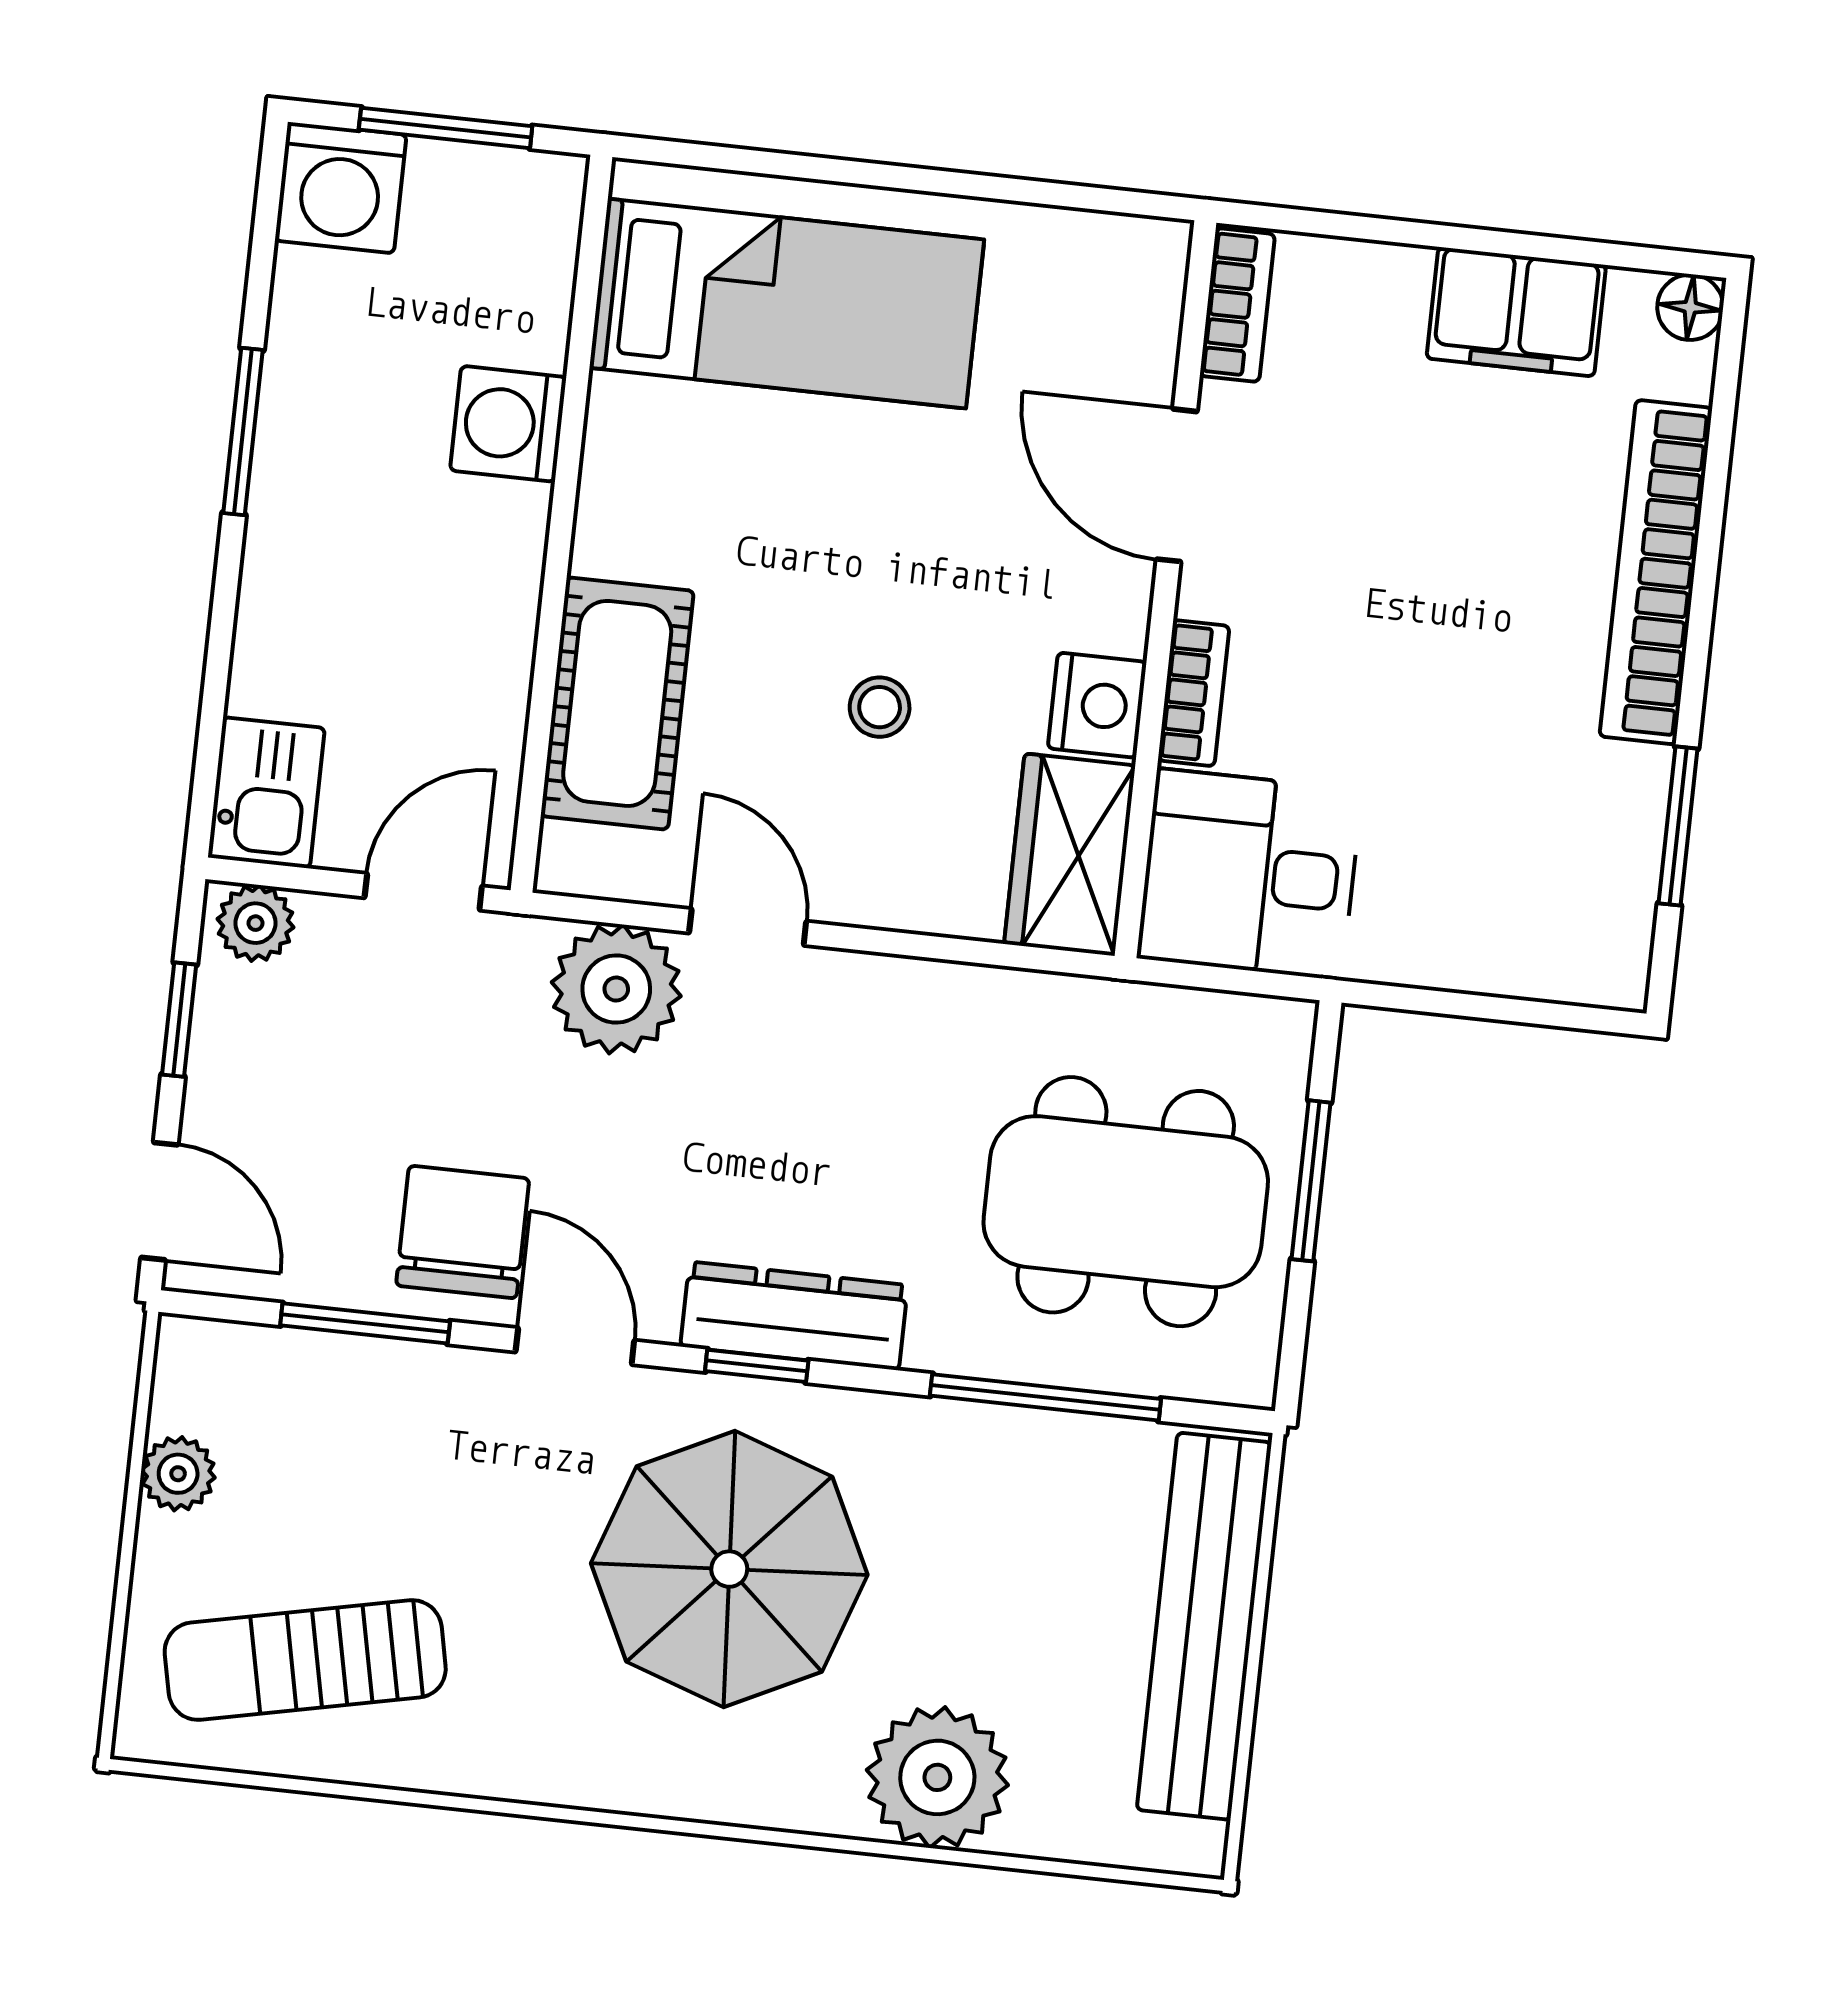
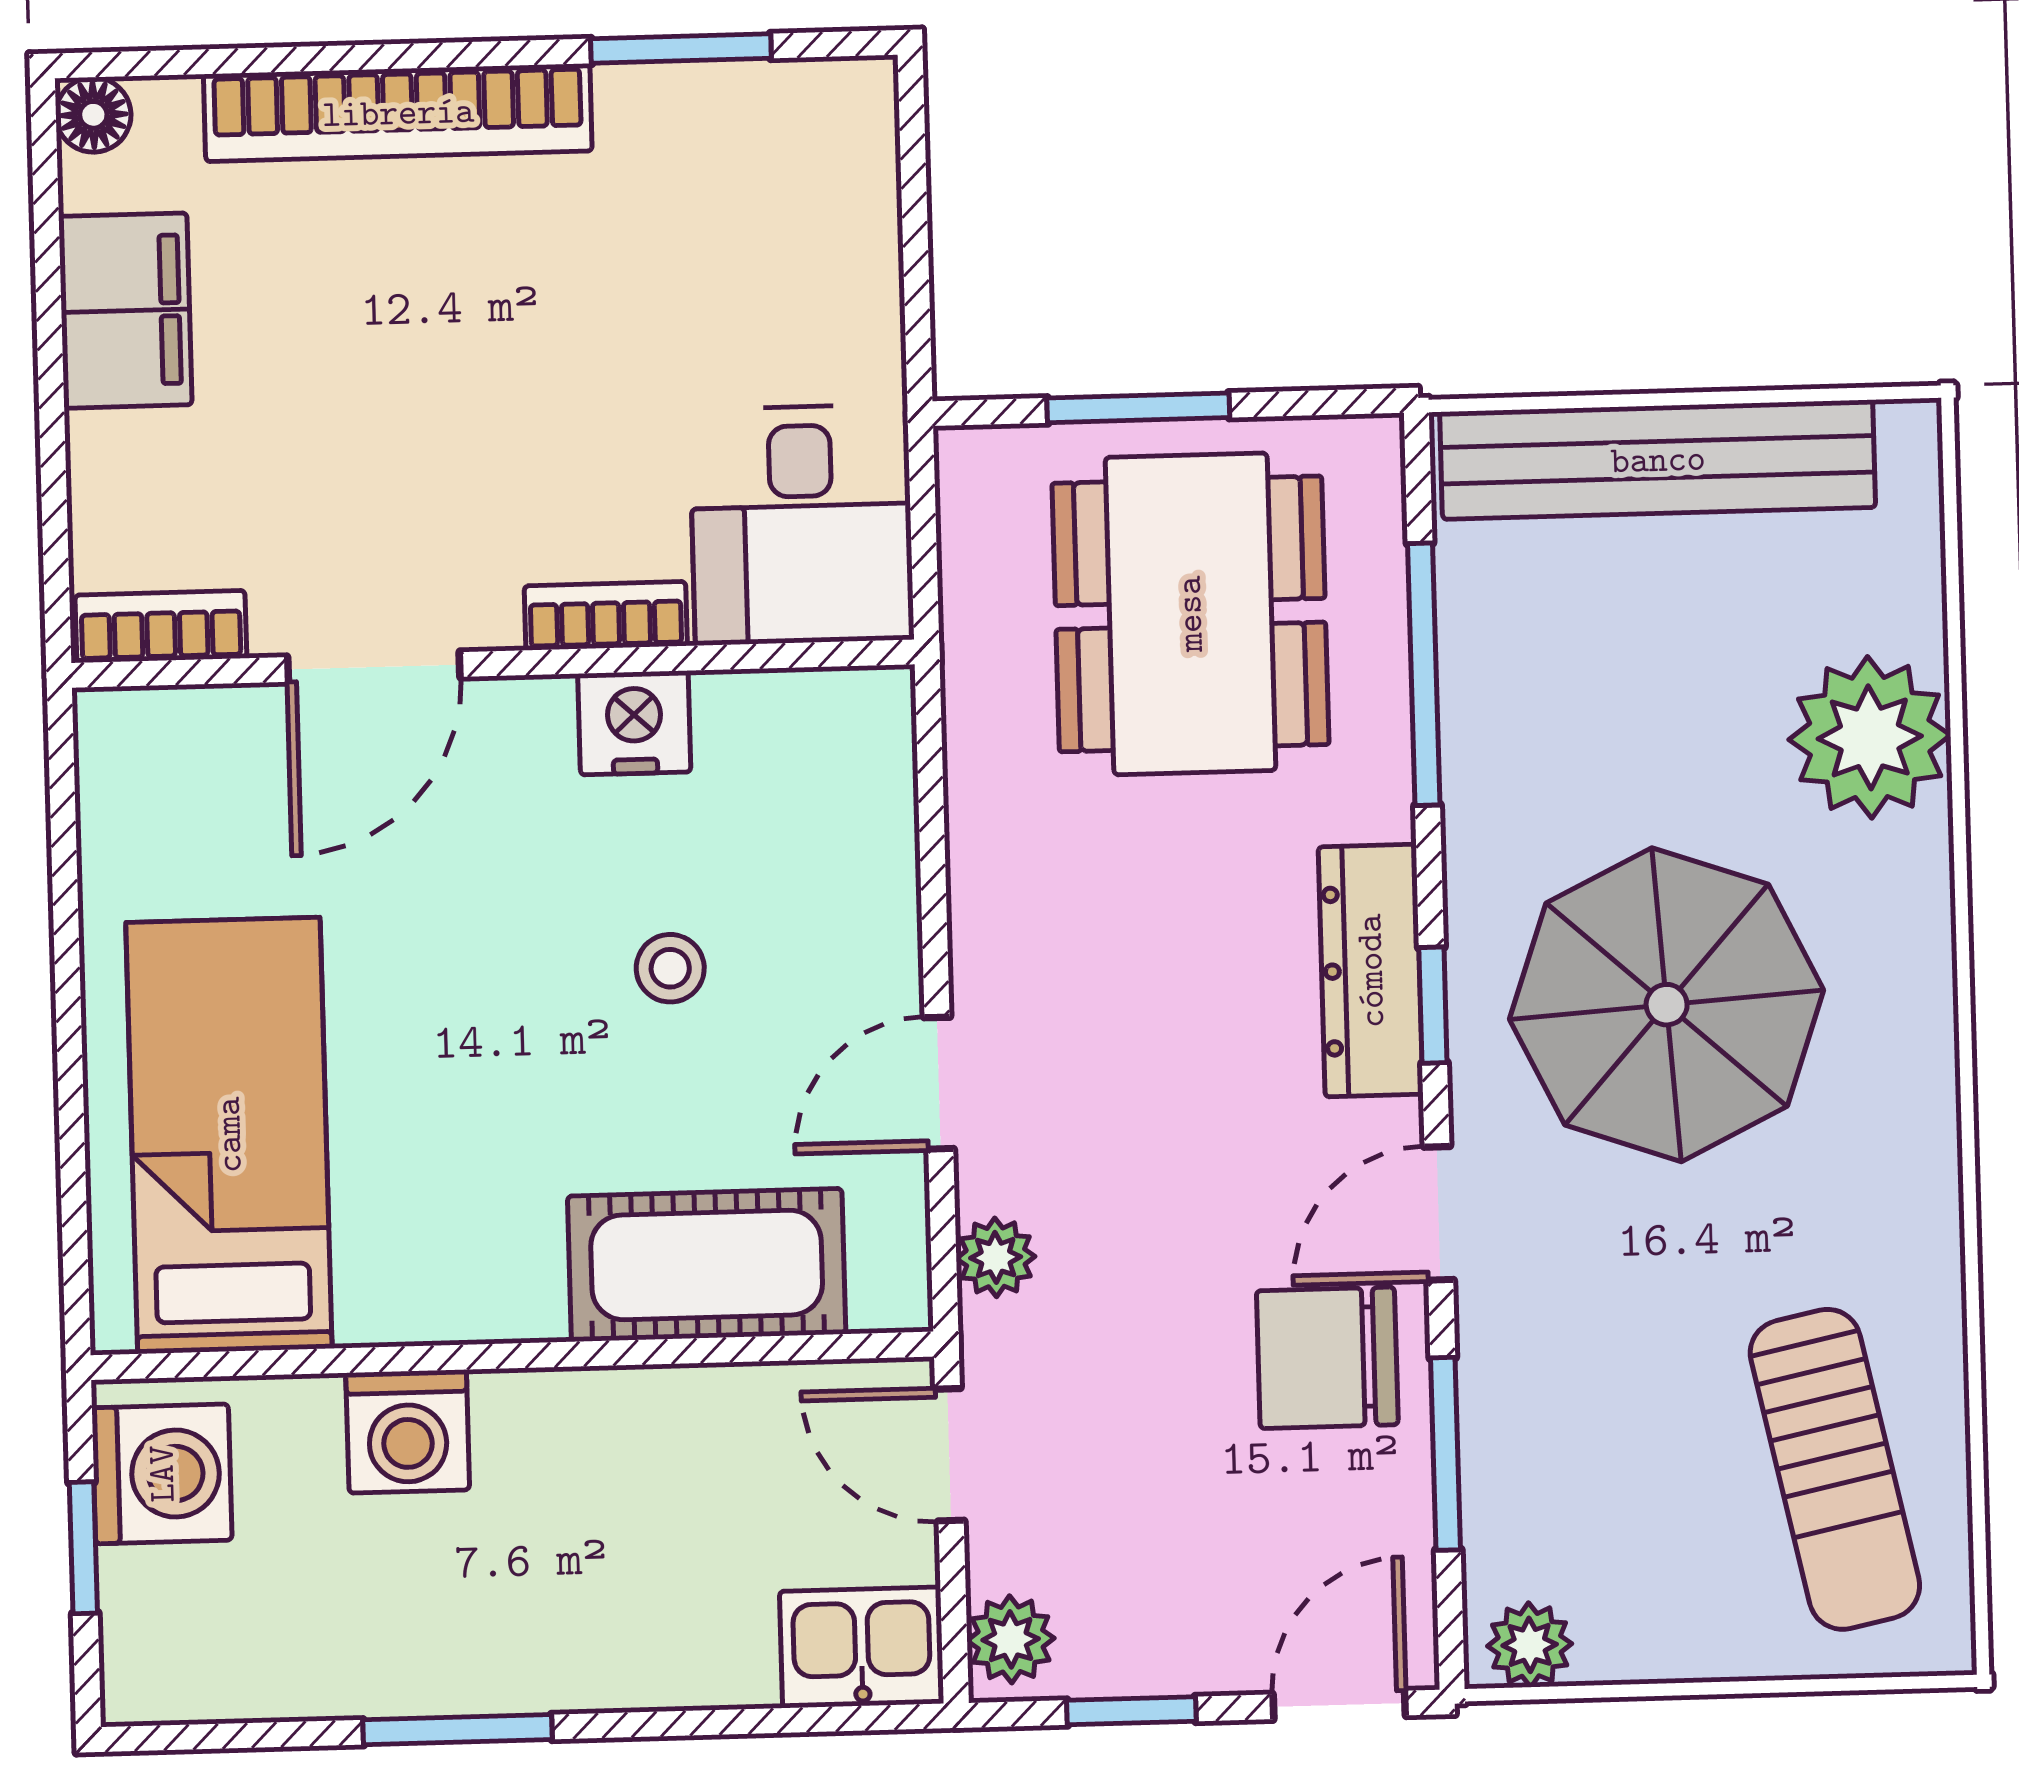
window: (446, 128) -> (83, 1548), width x0.67
washing machine: (341, 188) -> (162, 1474), moved
wardrobe: (1070, 855) -> (807, 731), removed
plant: (616, 989) -> (996, 1257), width x0.53, depth x0.53
plant: (178, 1474) -> (1530, 1645), moved

